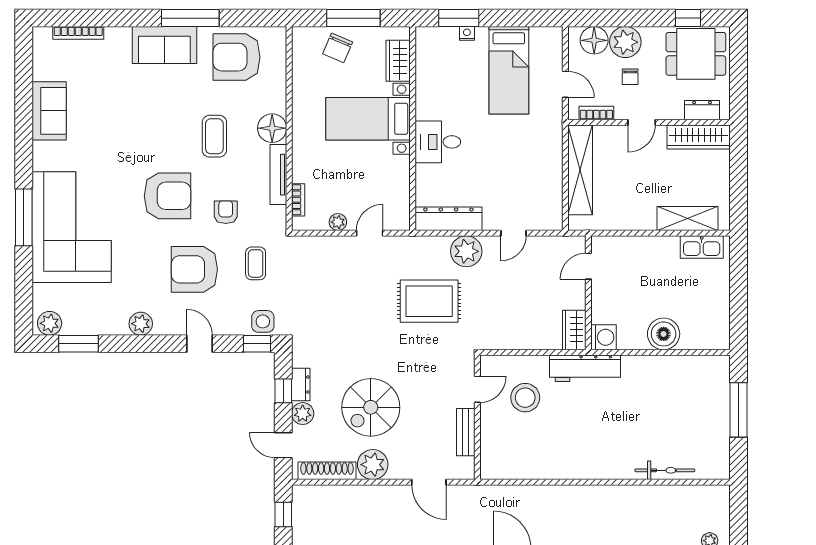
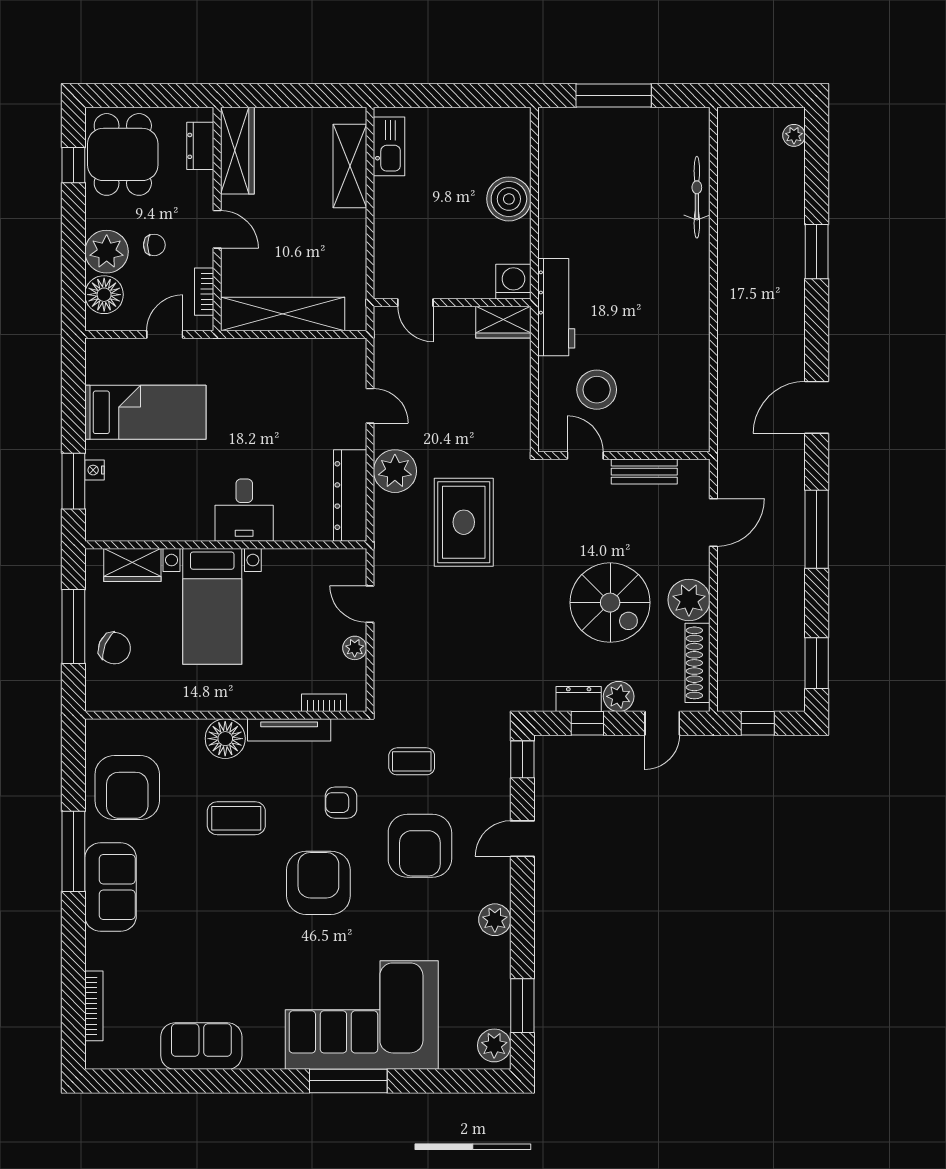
side table: (263, 321) -> (492, 751), removed

